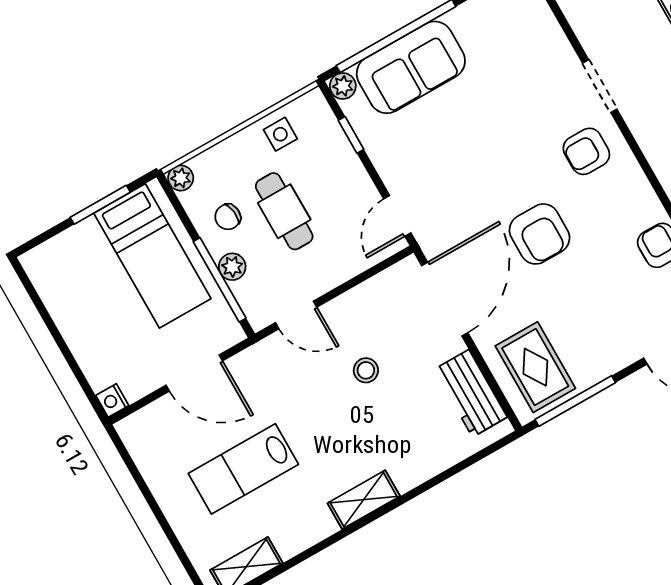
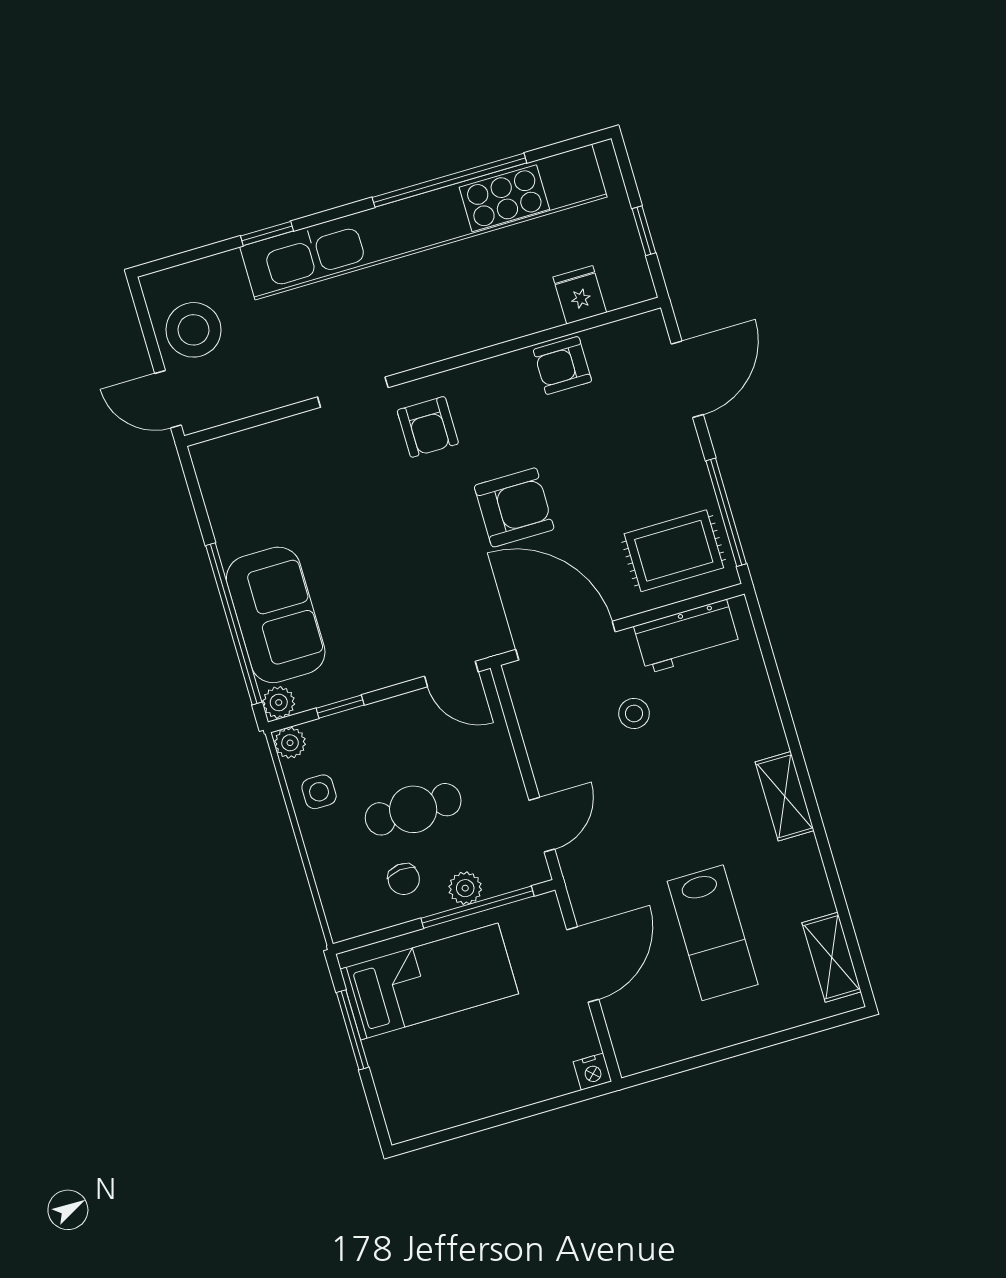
plant: (181, 178) -> (290, 743), moved
stool: (366, 370) -> (634, 713), moved

